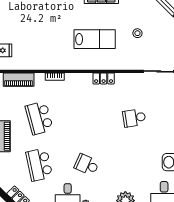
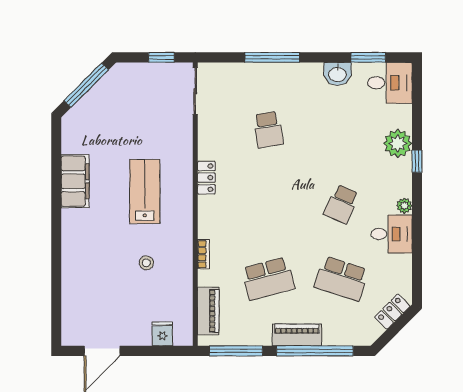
stool: (137, 33) -> (146, 263), moved
school desk: (39, 165) -> (341, 279), turned 30

